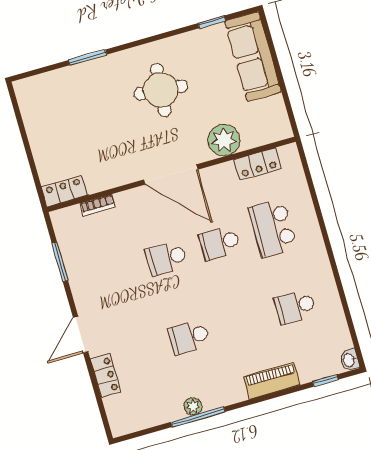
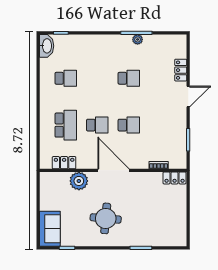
sofa: (253, 57) -> (50, 229), width x0.73
washbasin: (349, 360) -> (47, 46), width x1.91, depth x1.45
piano: (272, 381) -> (90, 41), removed

